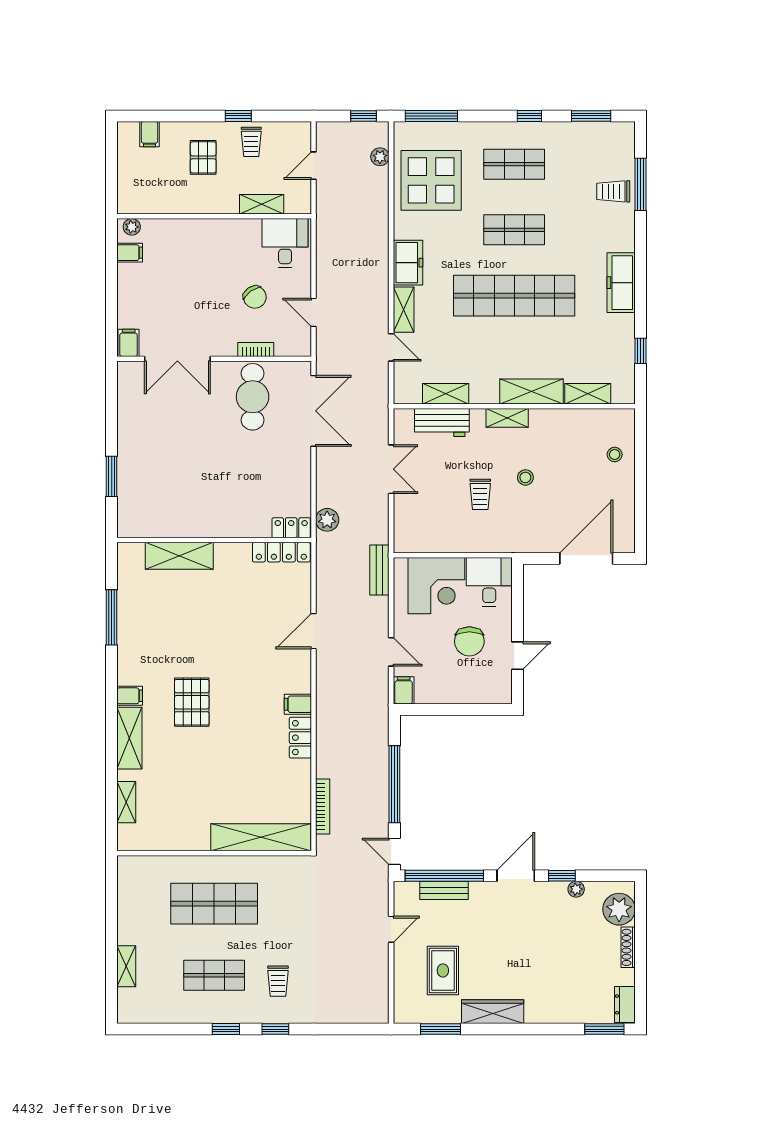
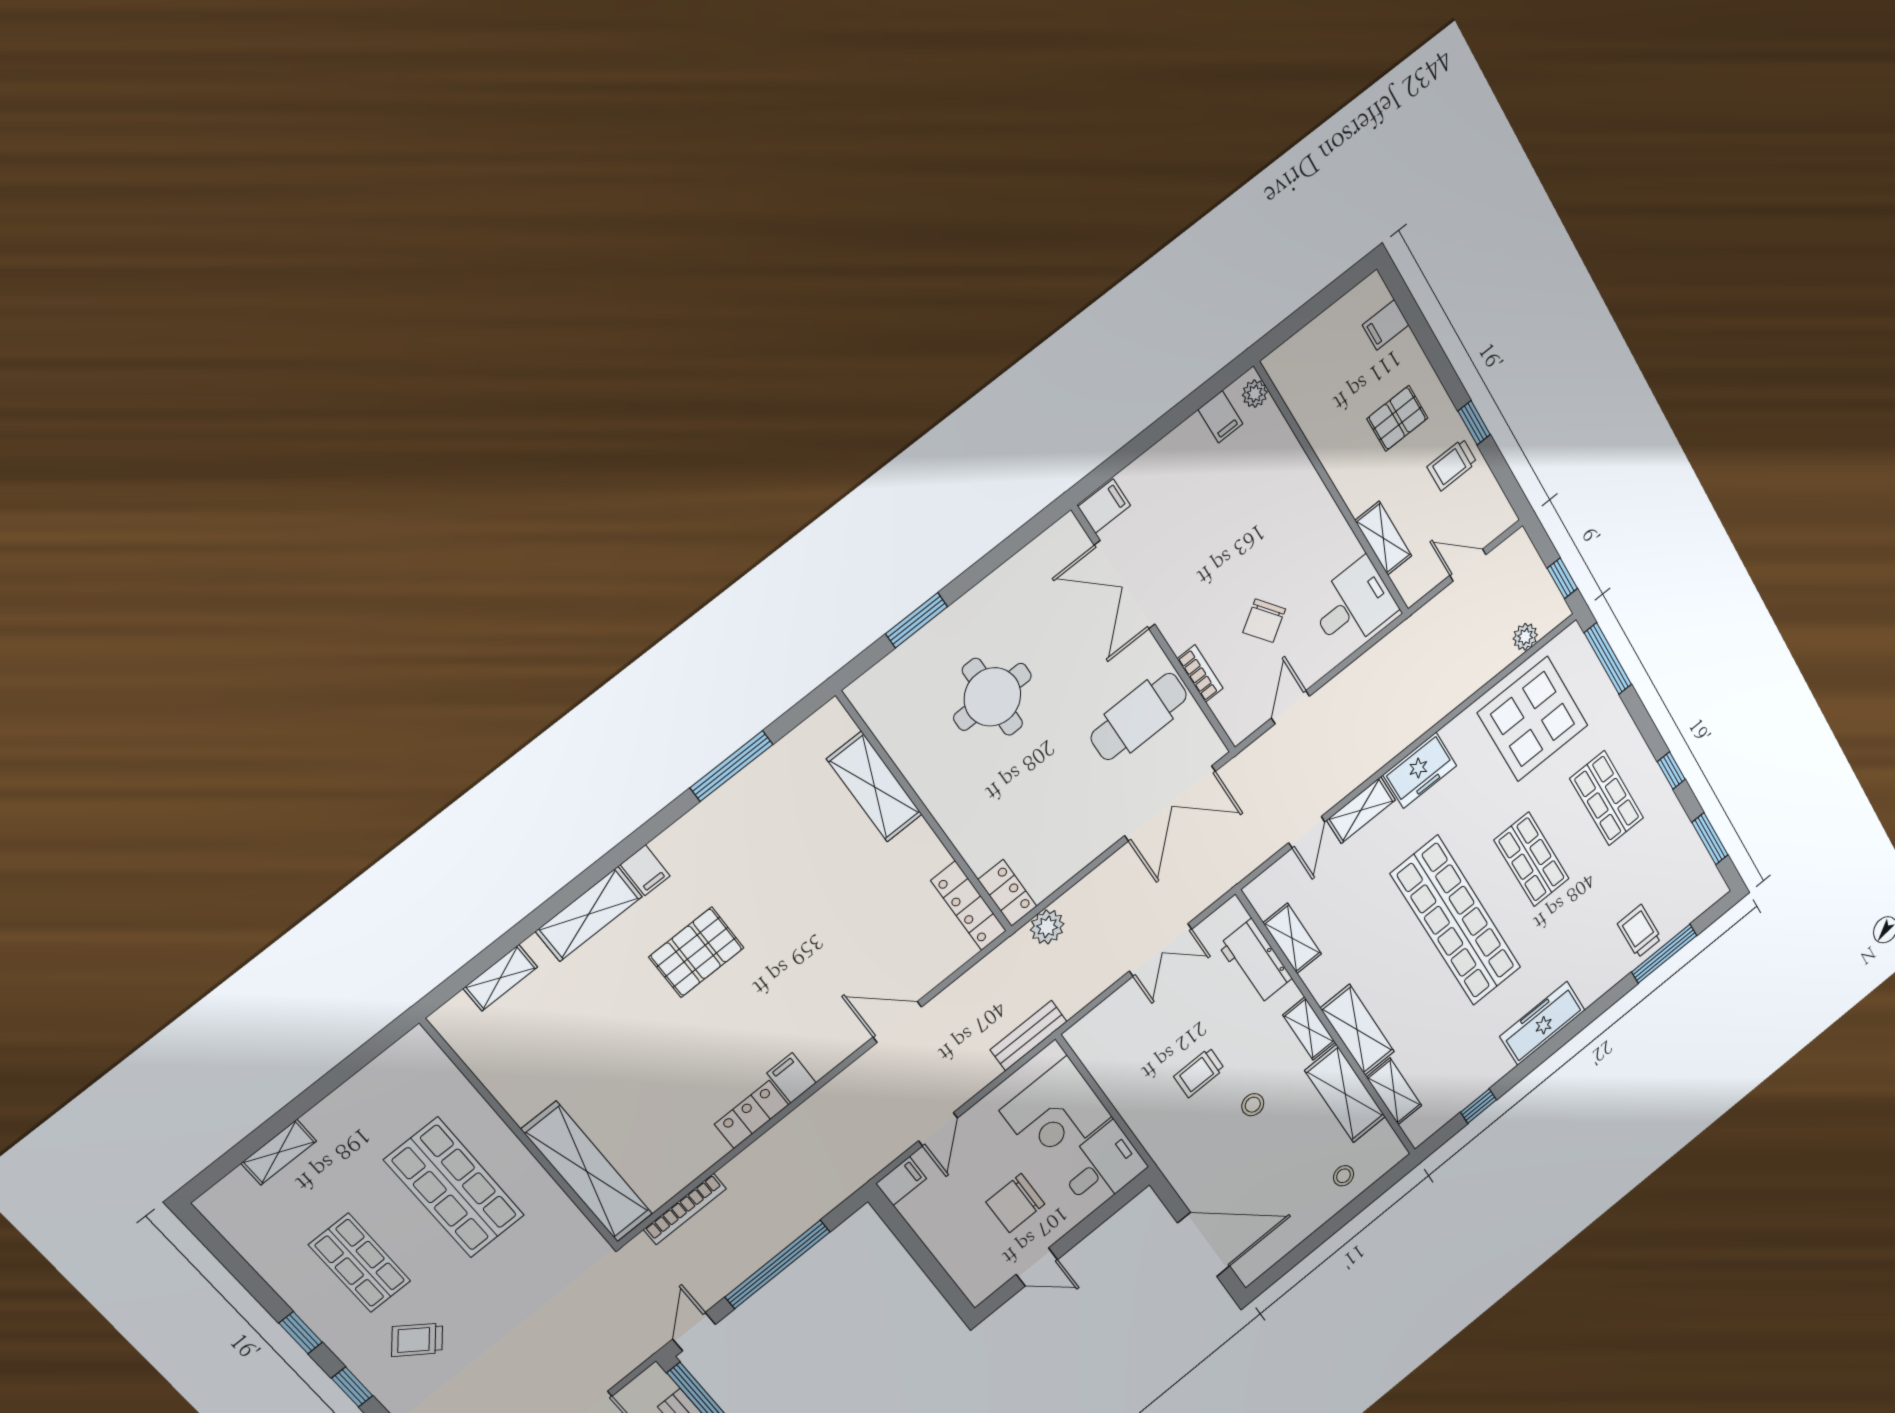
shelving: (565, 422) -> (1345, 1094), added
round table: (181, 465) -> (992, 697), added
trolley: (278, 981) -> (417, 1340), turned 39

